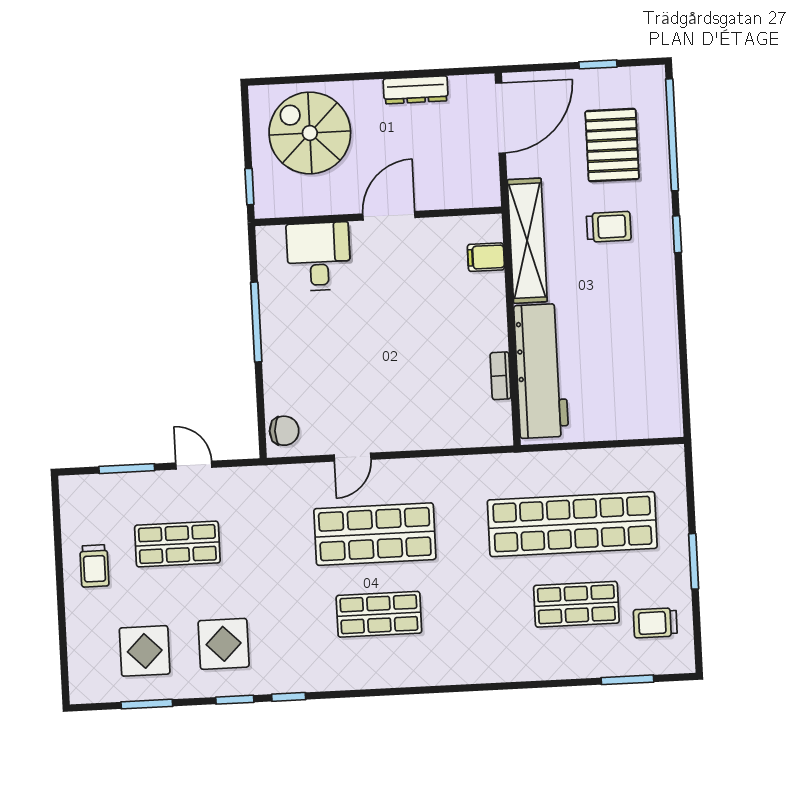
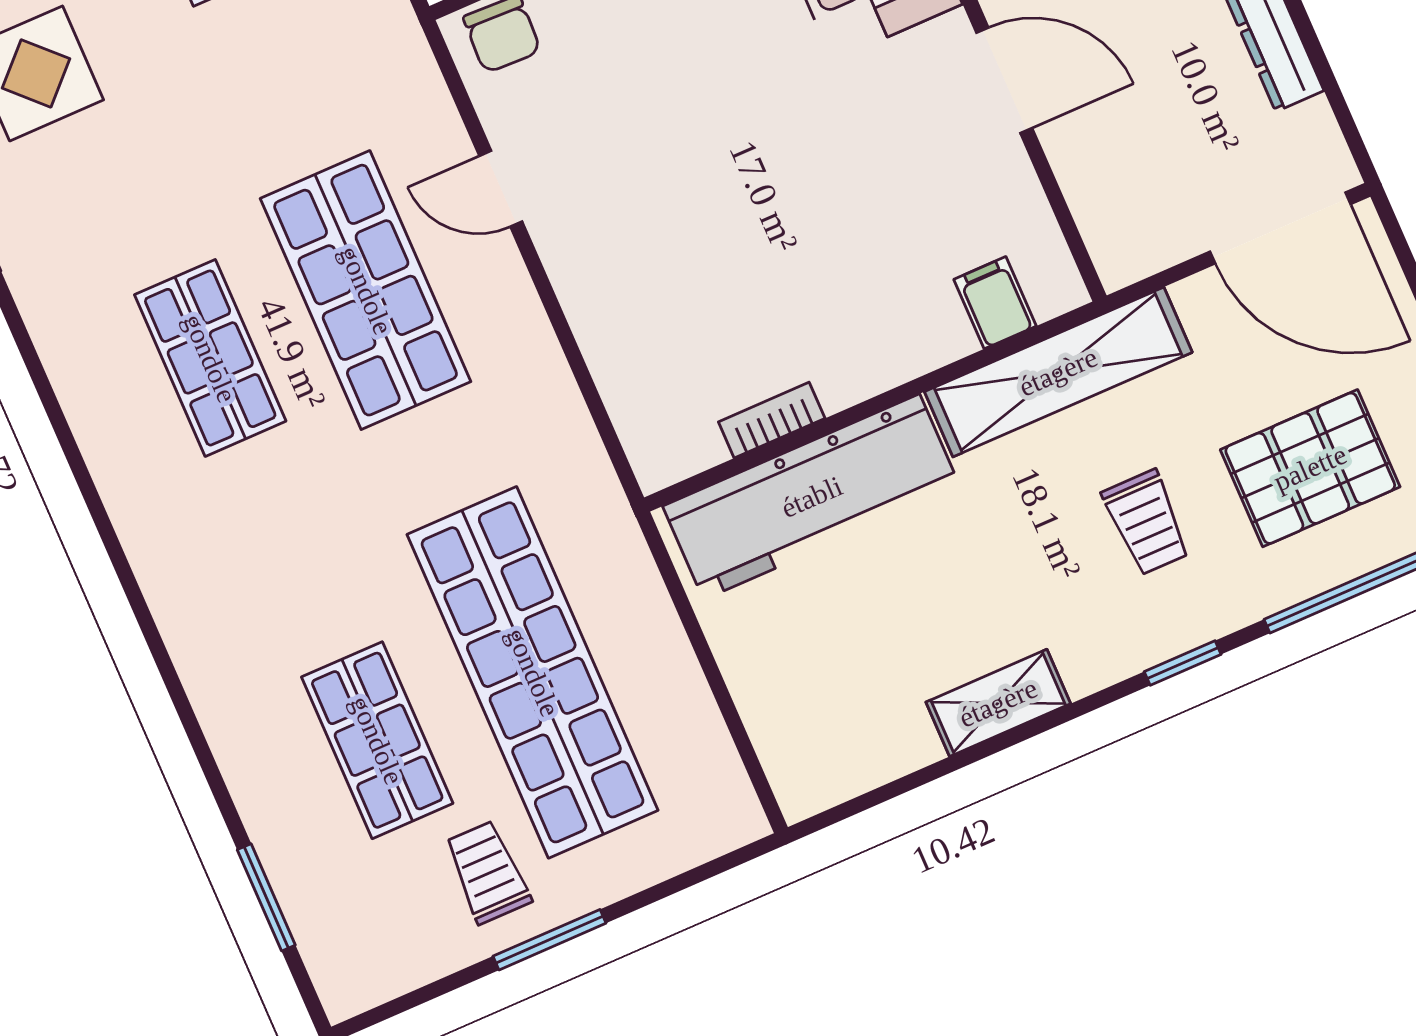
shelving: (664, 323) -> (998, 703), added
trolley: (655, 623) -> (488, 872), moved

